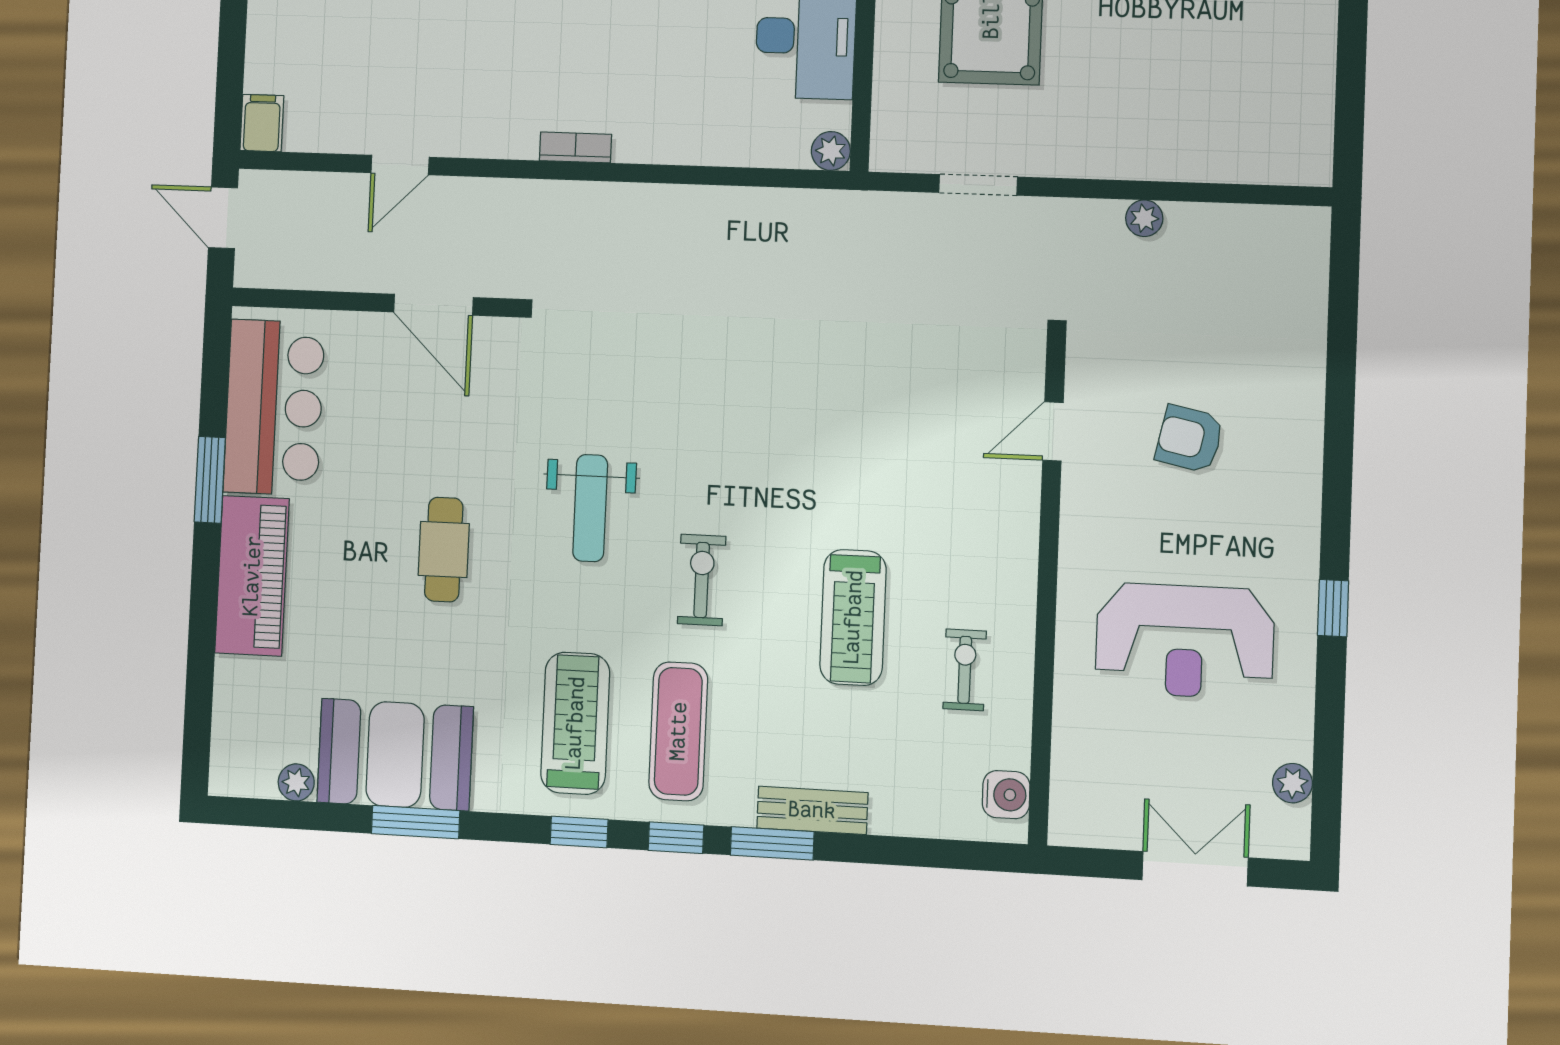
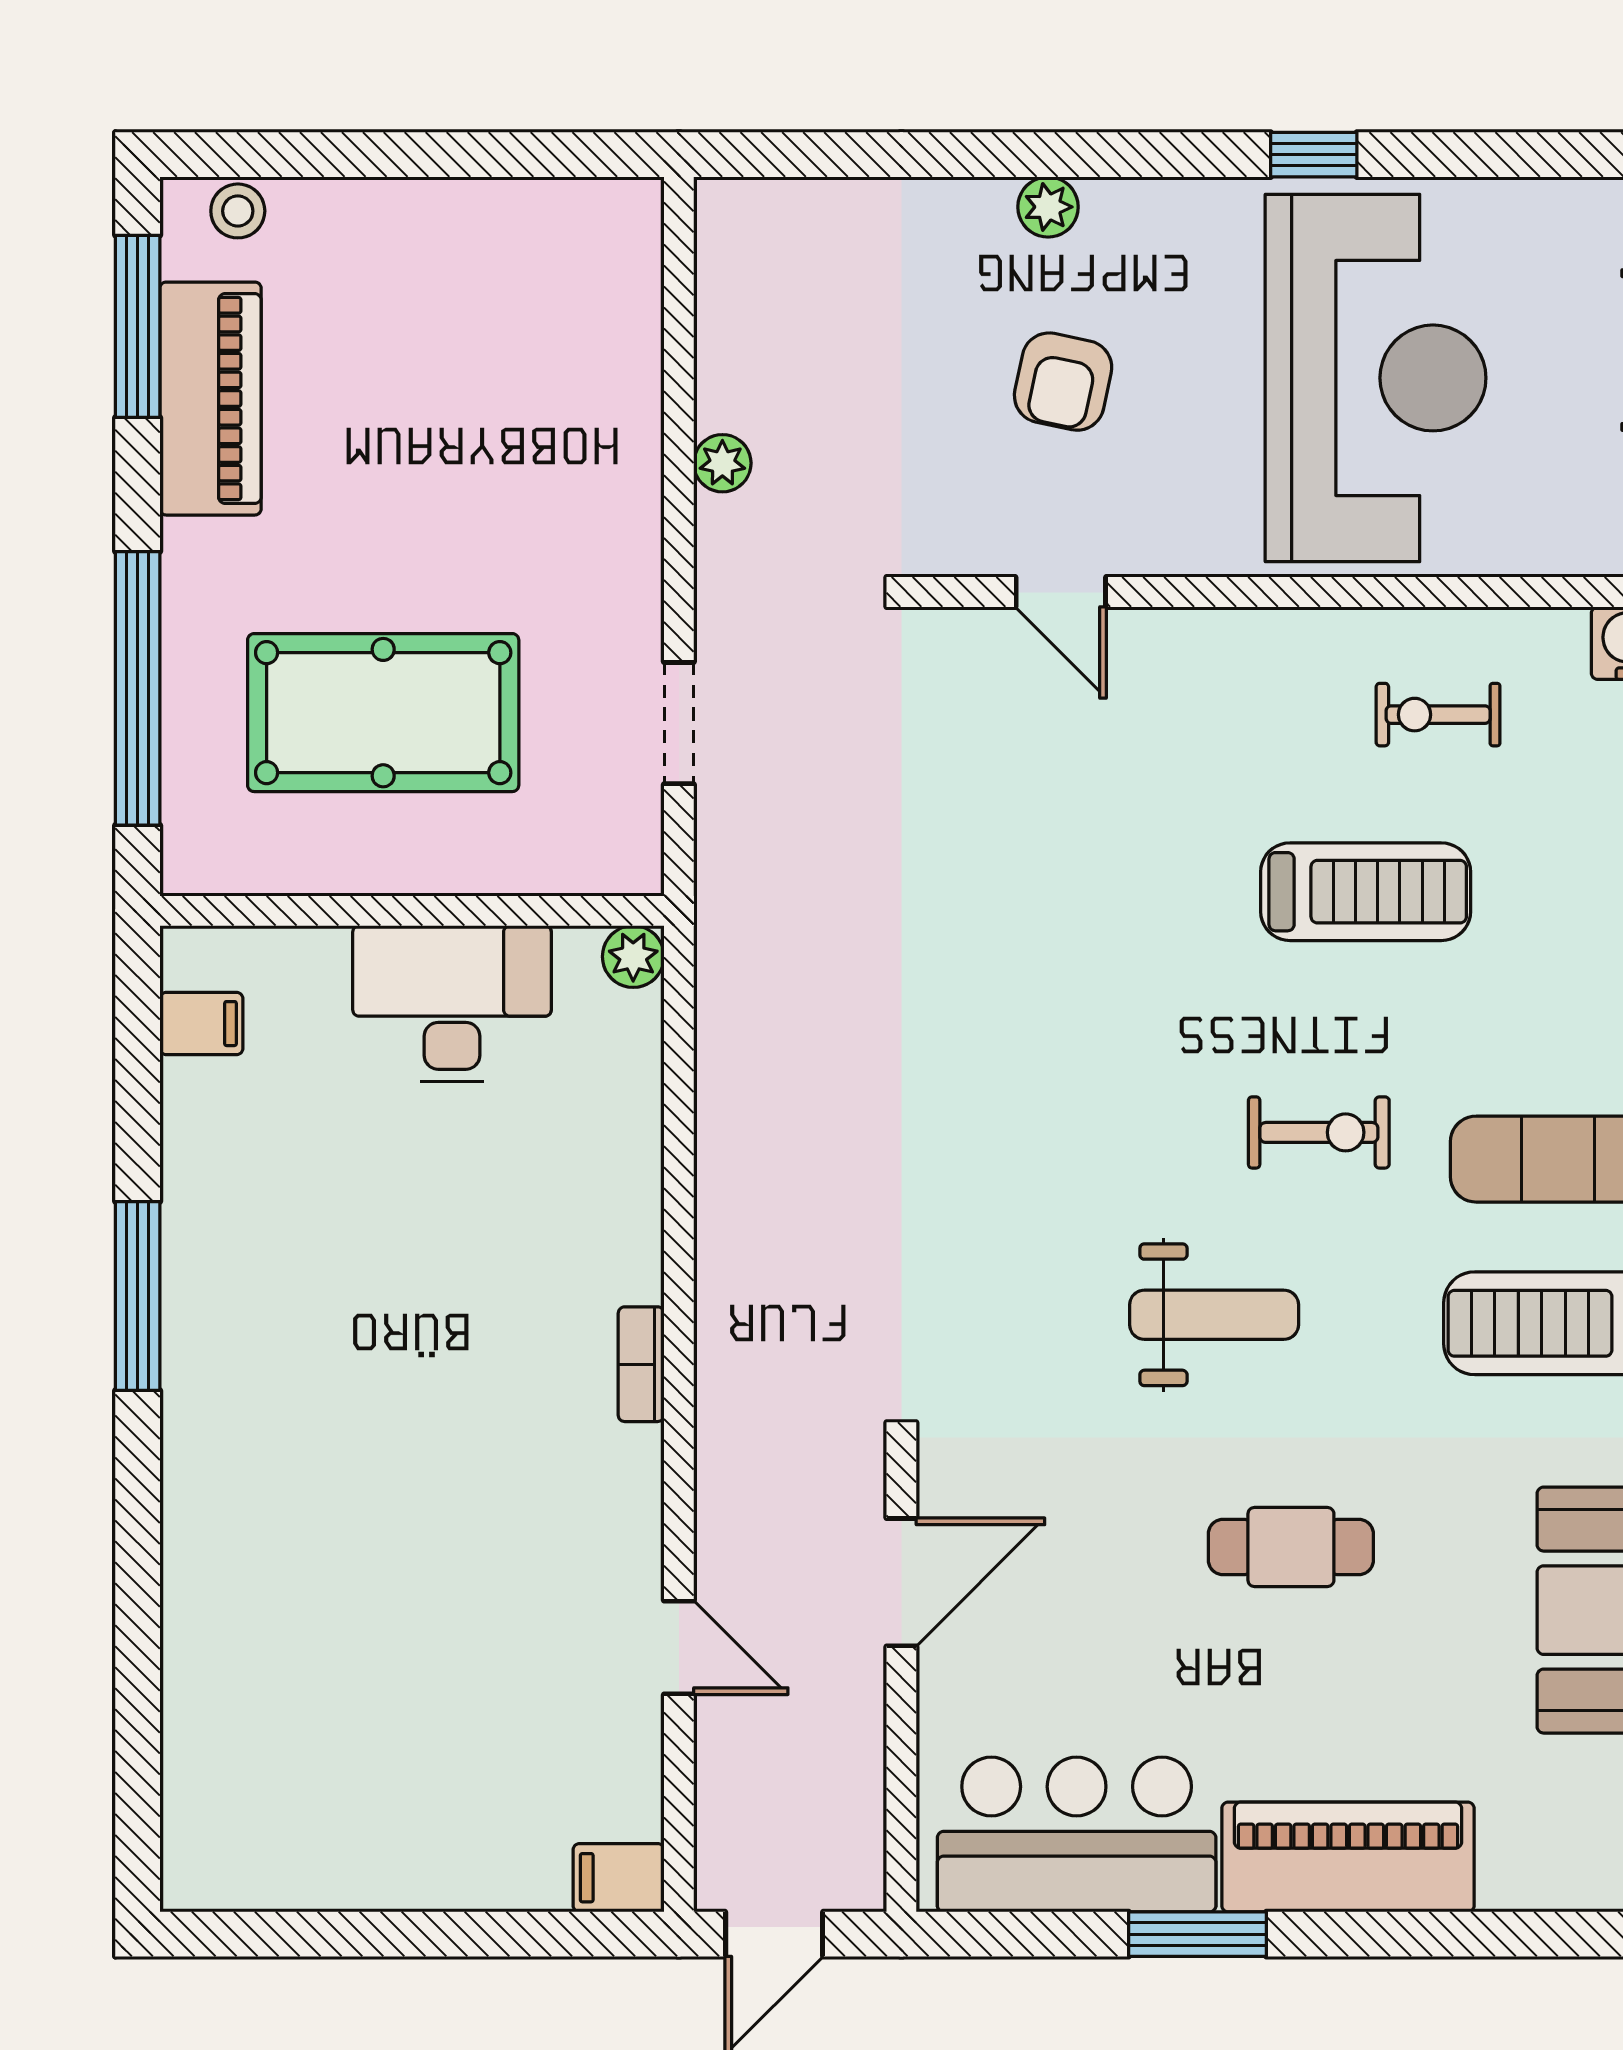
exercise bike: (702, 580) -> (1319, 1132), turned 180
reception desk: (1185, 641) -> (1376, 378), width x1.36, depth x1.30
plant: (1292, 783) -> (1048, 207), moved

